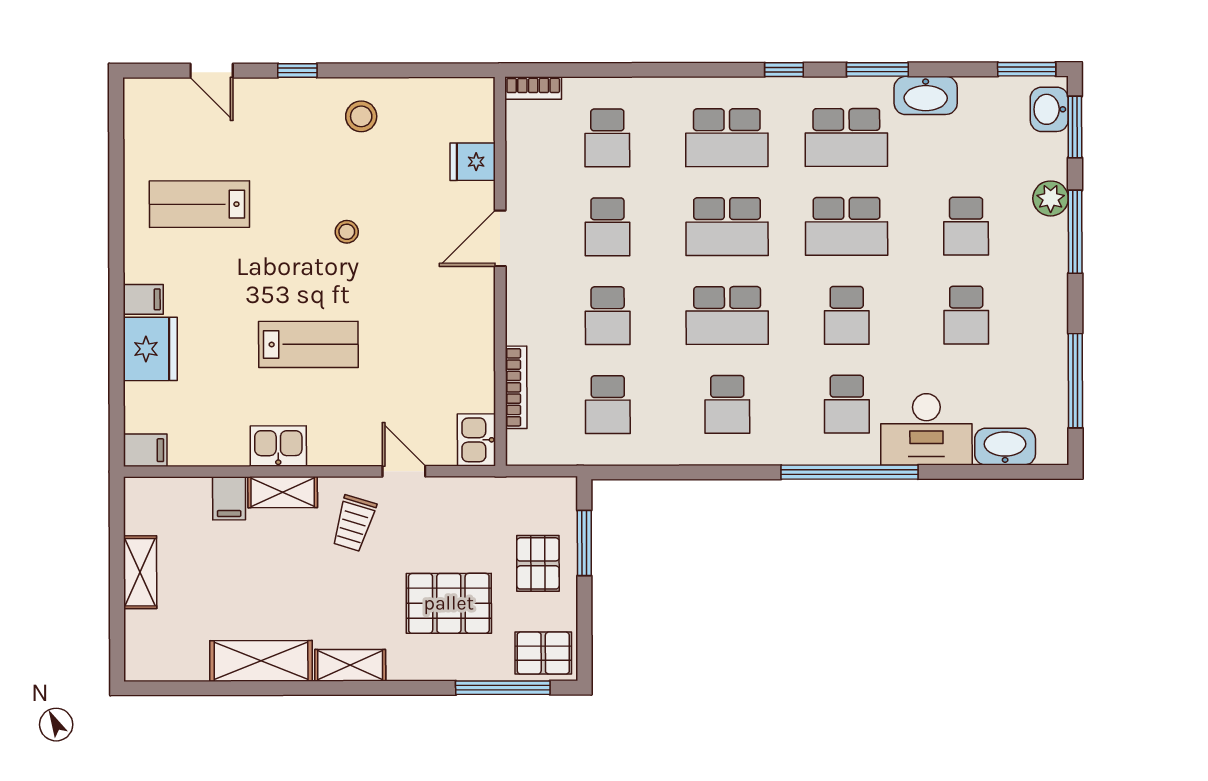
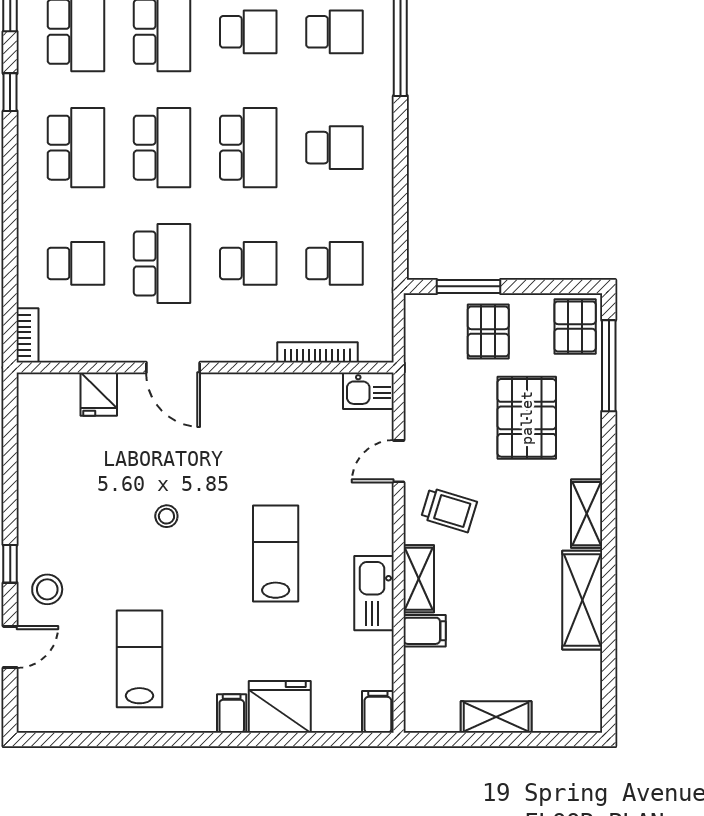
stool: (361, 116) -> (47, 589), moved
lab bench: (199, 204) -> (139, 659), turned 180
school desk: (607, 227) -> (162, 263), width x1.85
kitchen sink: (278, 446) -> (374, 593), width x1.38
pallet: (538, 563) -> (488, 331), turned 90

